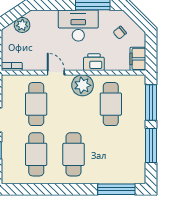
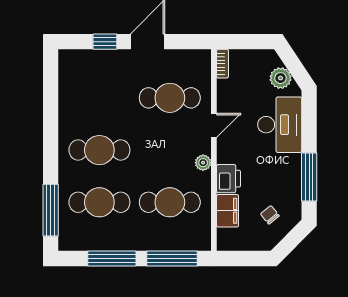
desk: (78, 26) -> (280, 125), moved
filing cabinet: (138, 59) -> (228, 211), moved, turned 90
plant: (83, 85) -> (203, 163), width x0.53, depth x0.53
cafe table: (36, 154) -> (99, 202), moved

